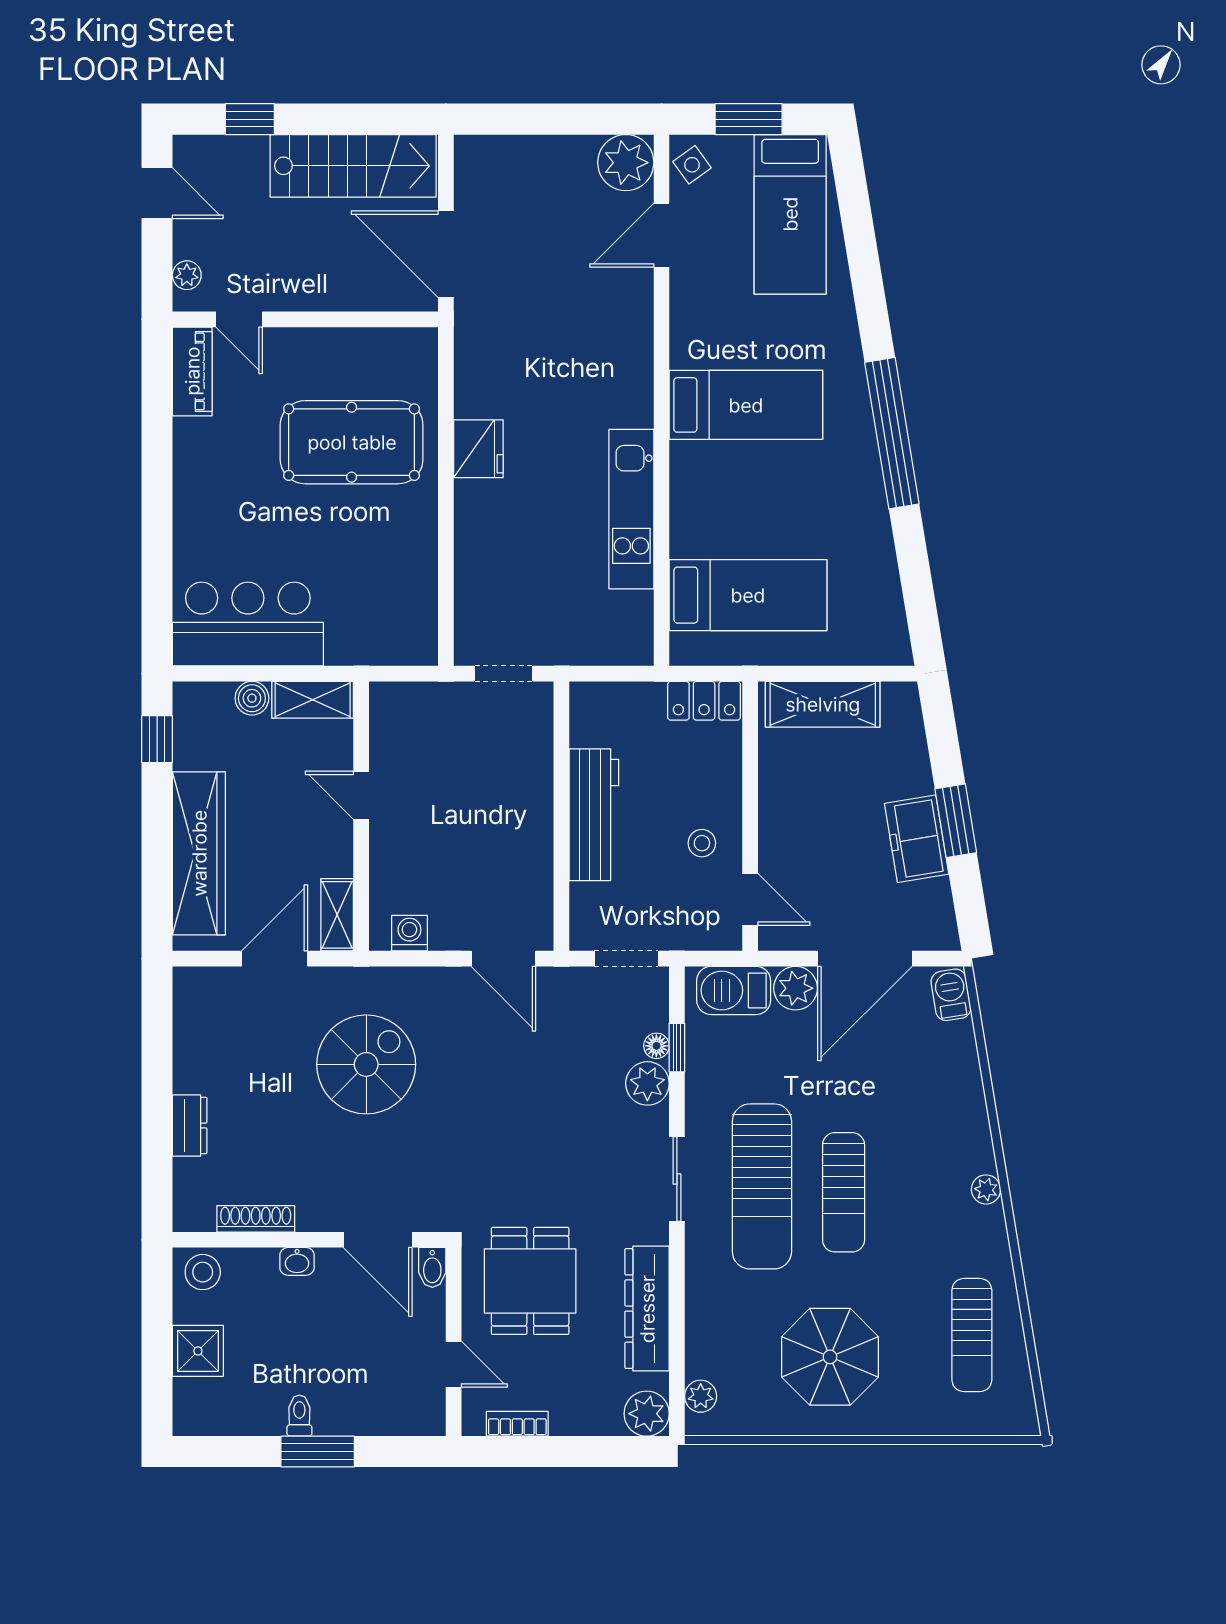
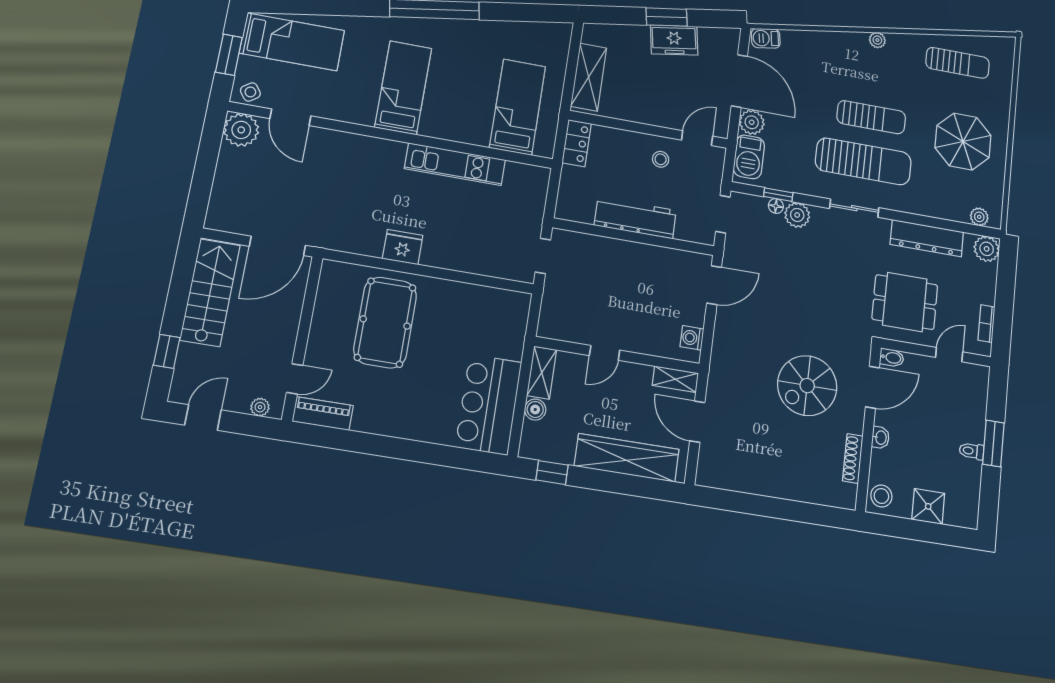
spiral stairs: (366, 1064) -> (807, 386), moved, turned -90
dresser: (190, 1125) -> (792, 490), removed

